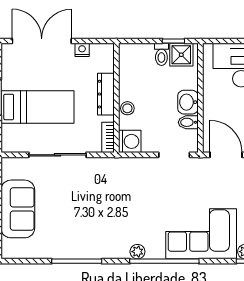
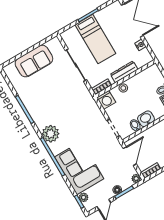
plant: (137, 252) -> (51, 134), width x1.87, depth x1.87

